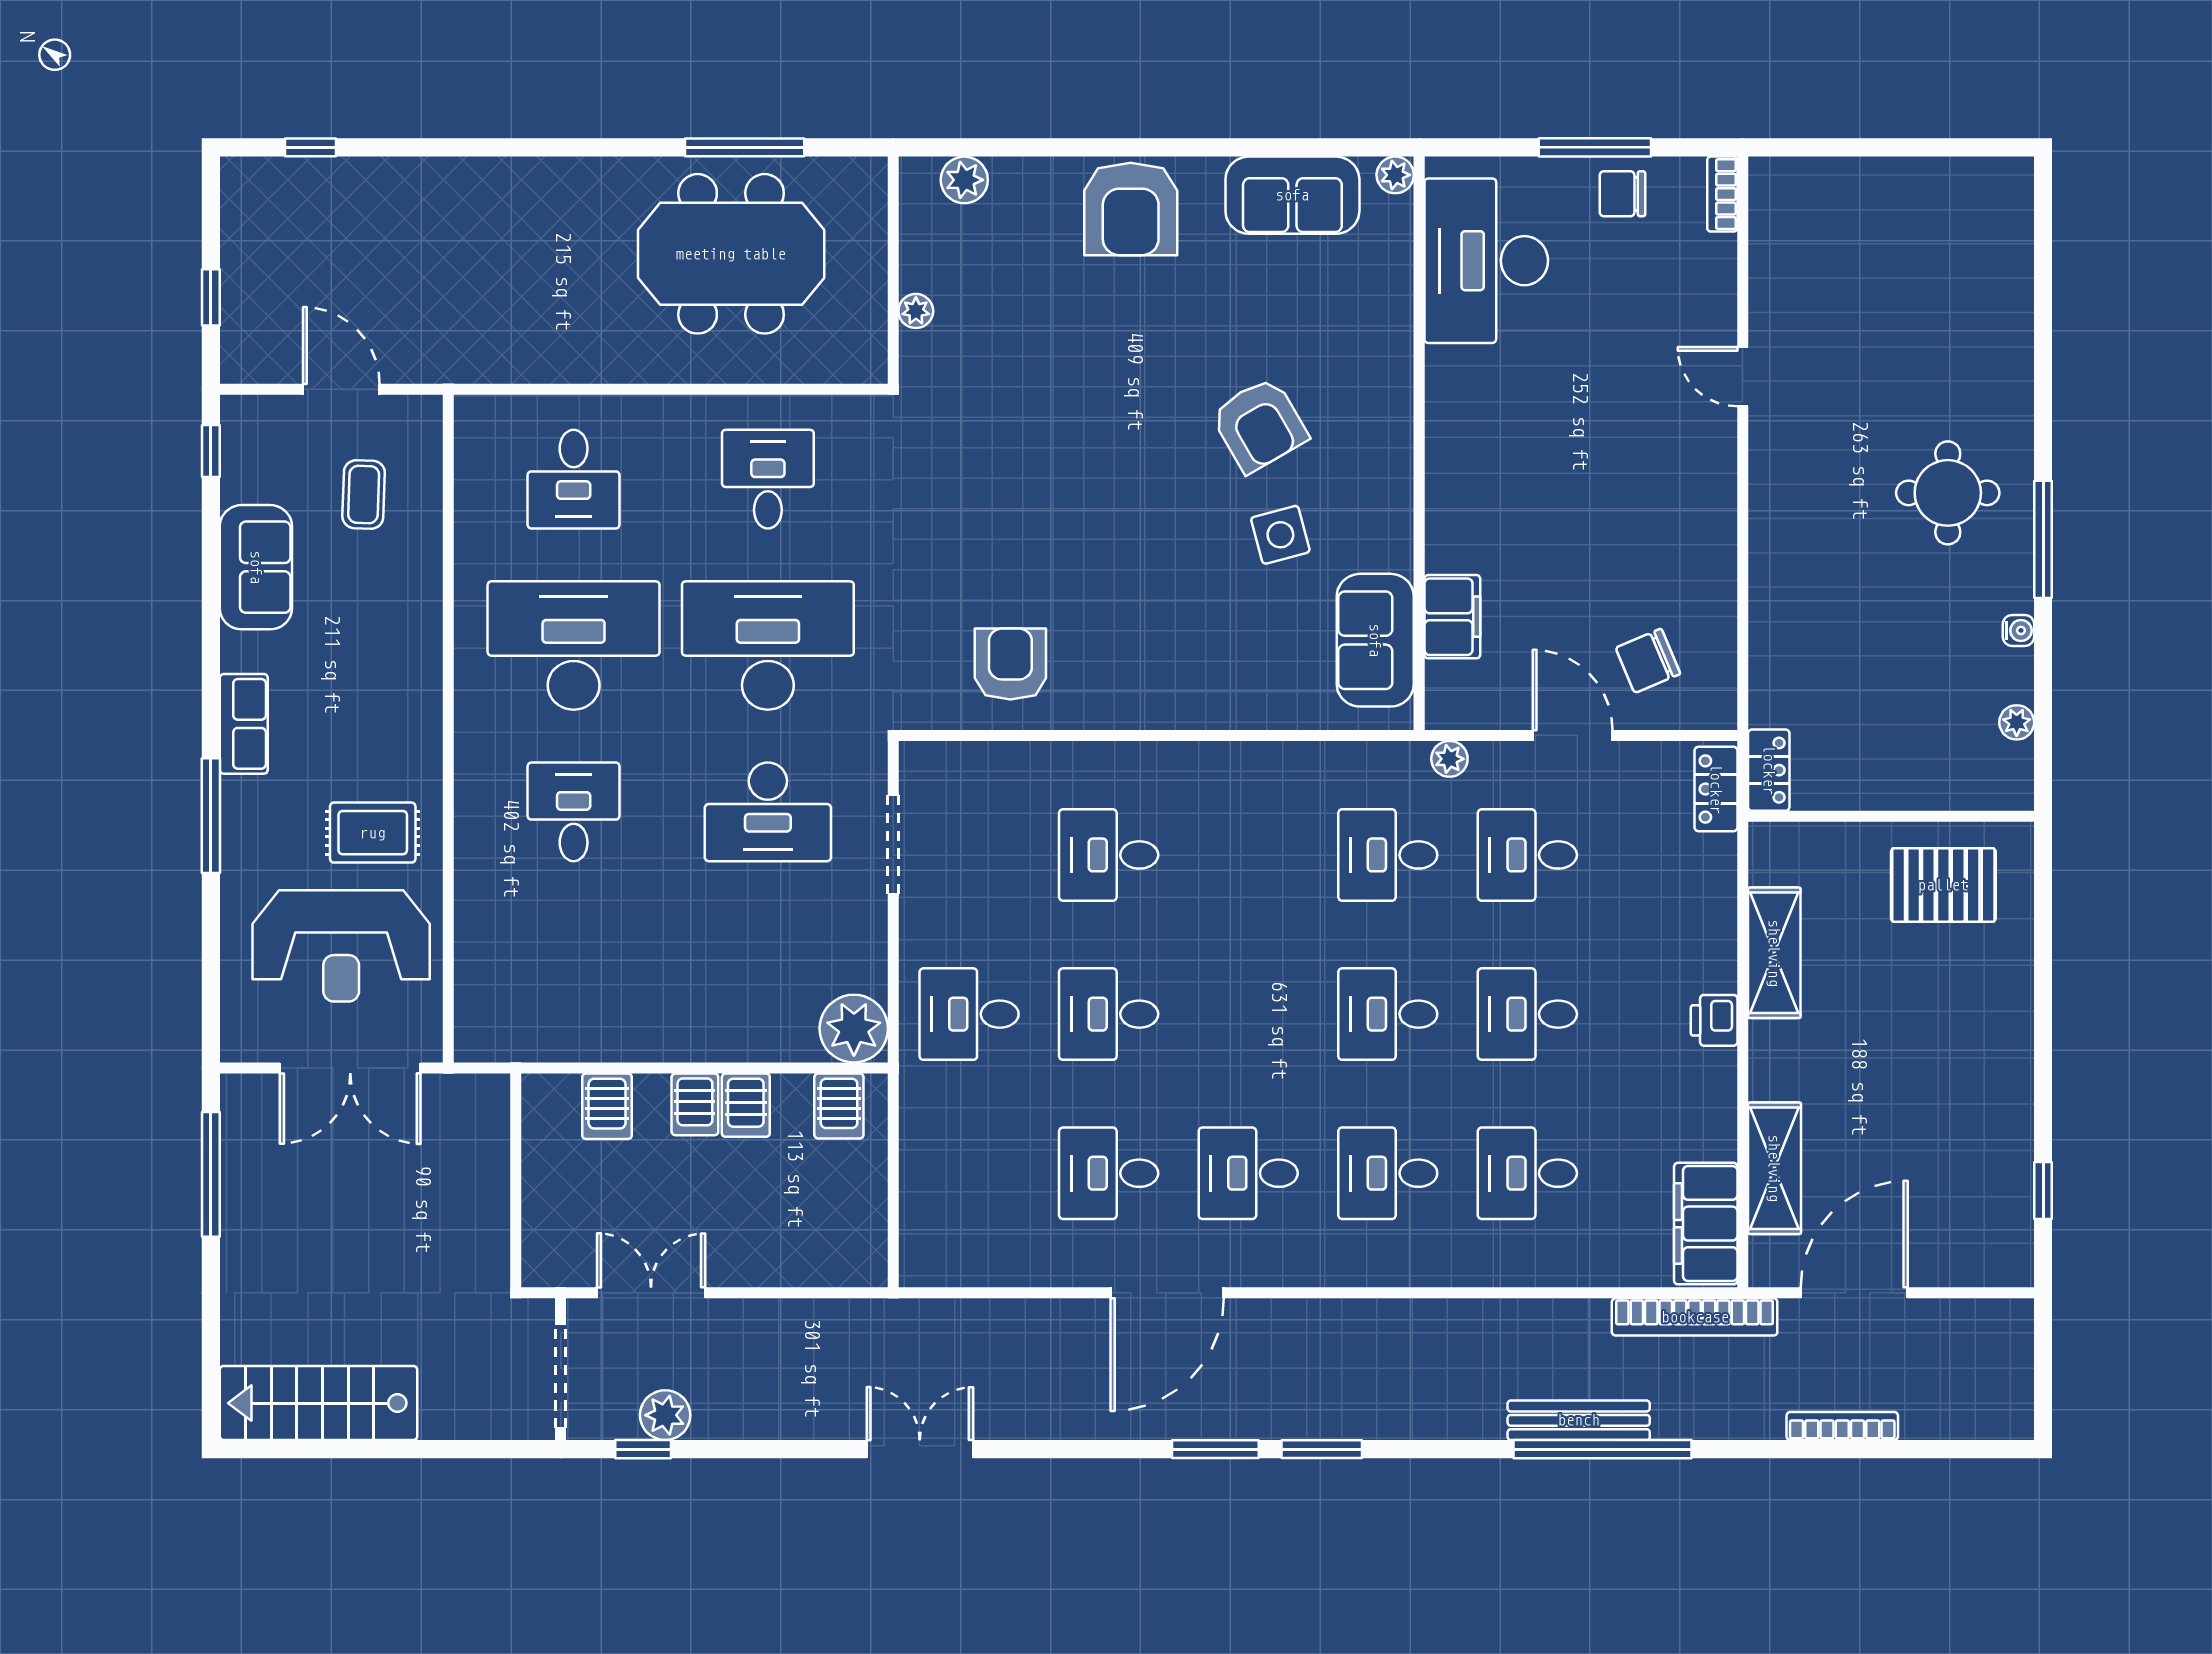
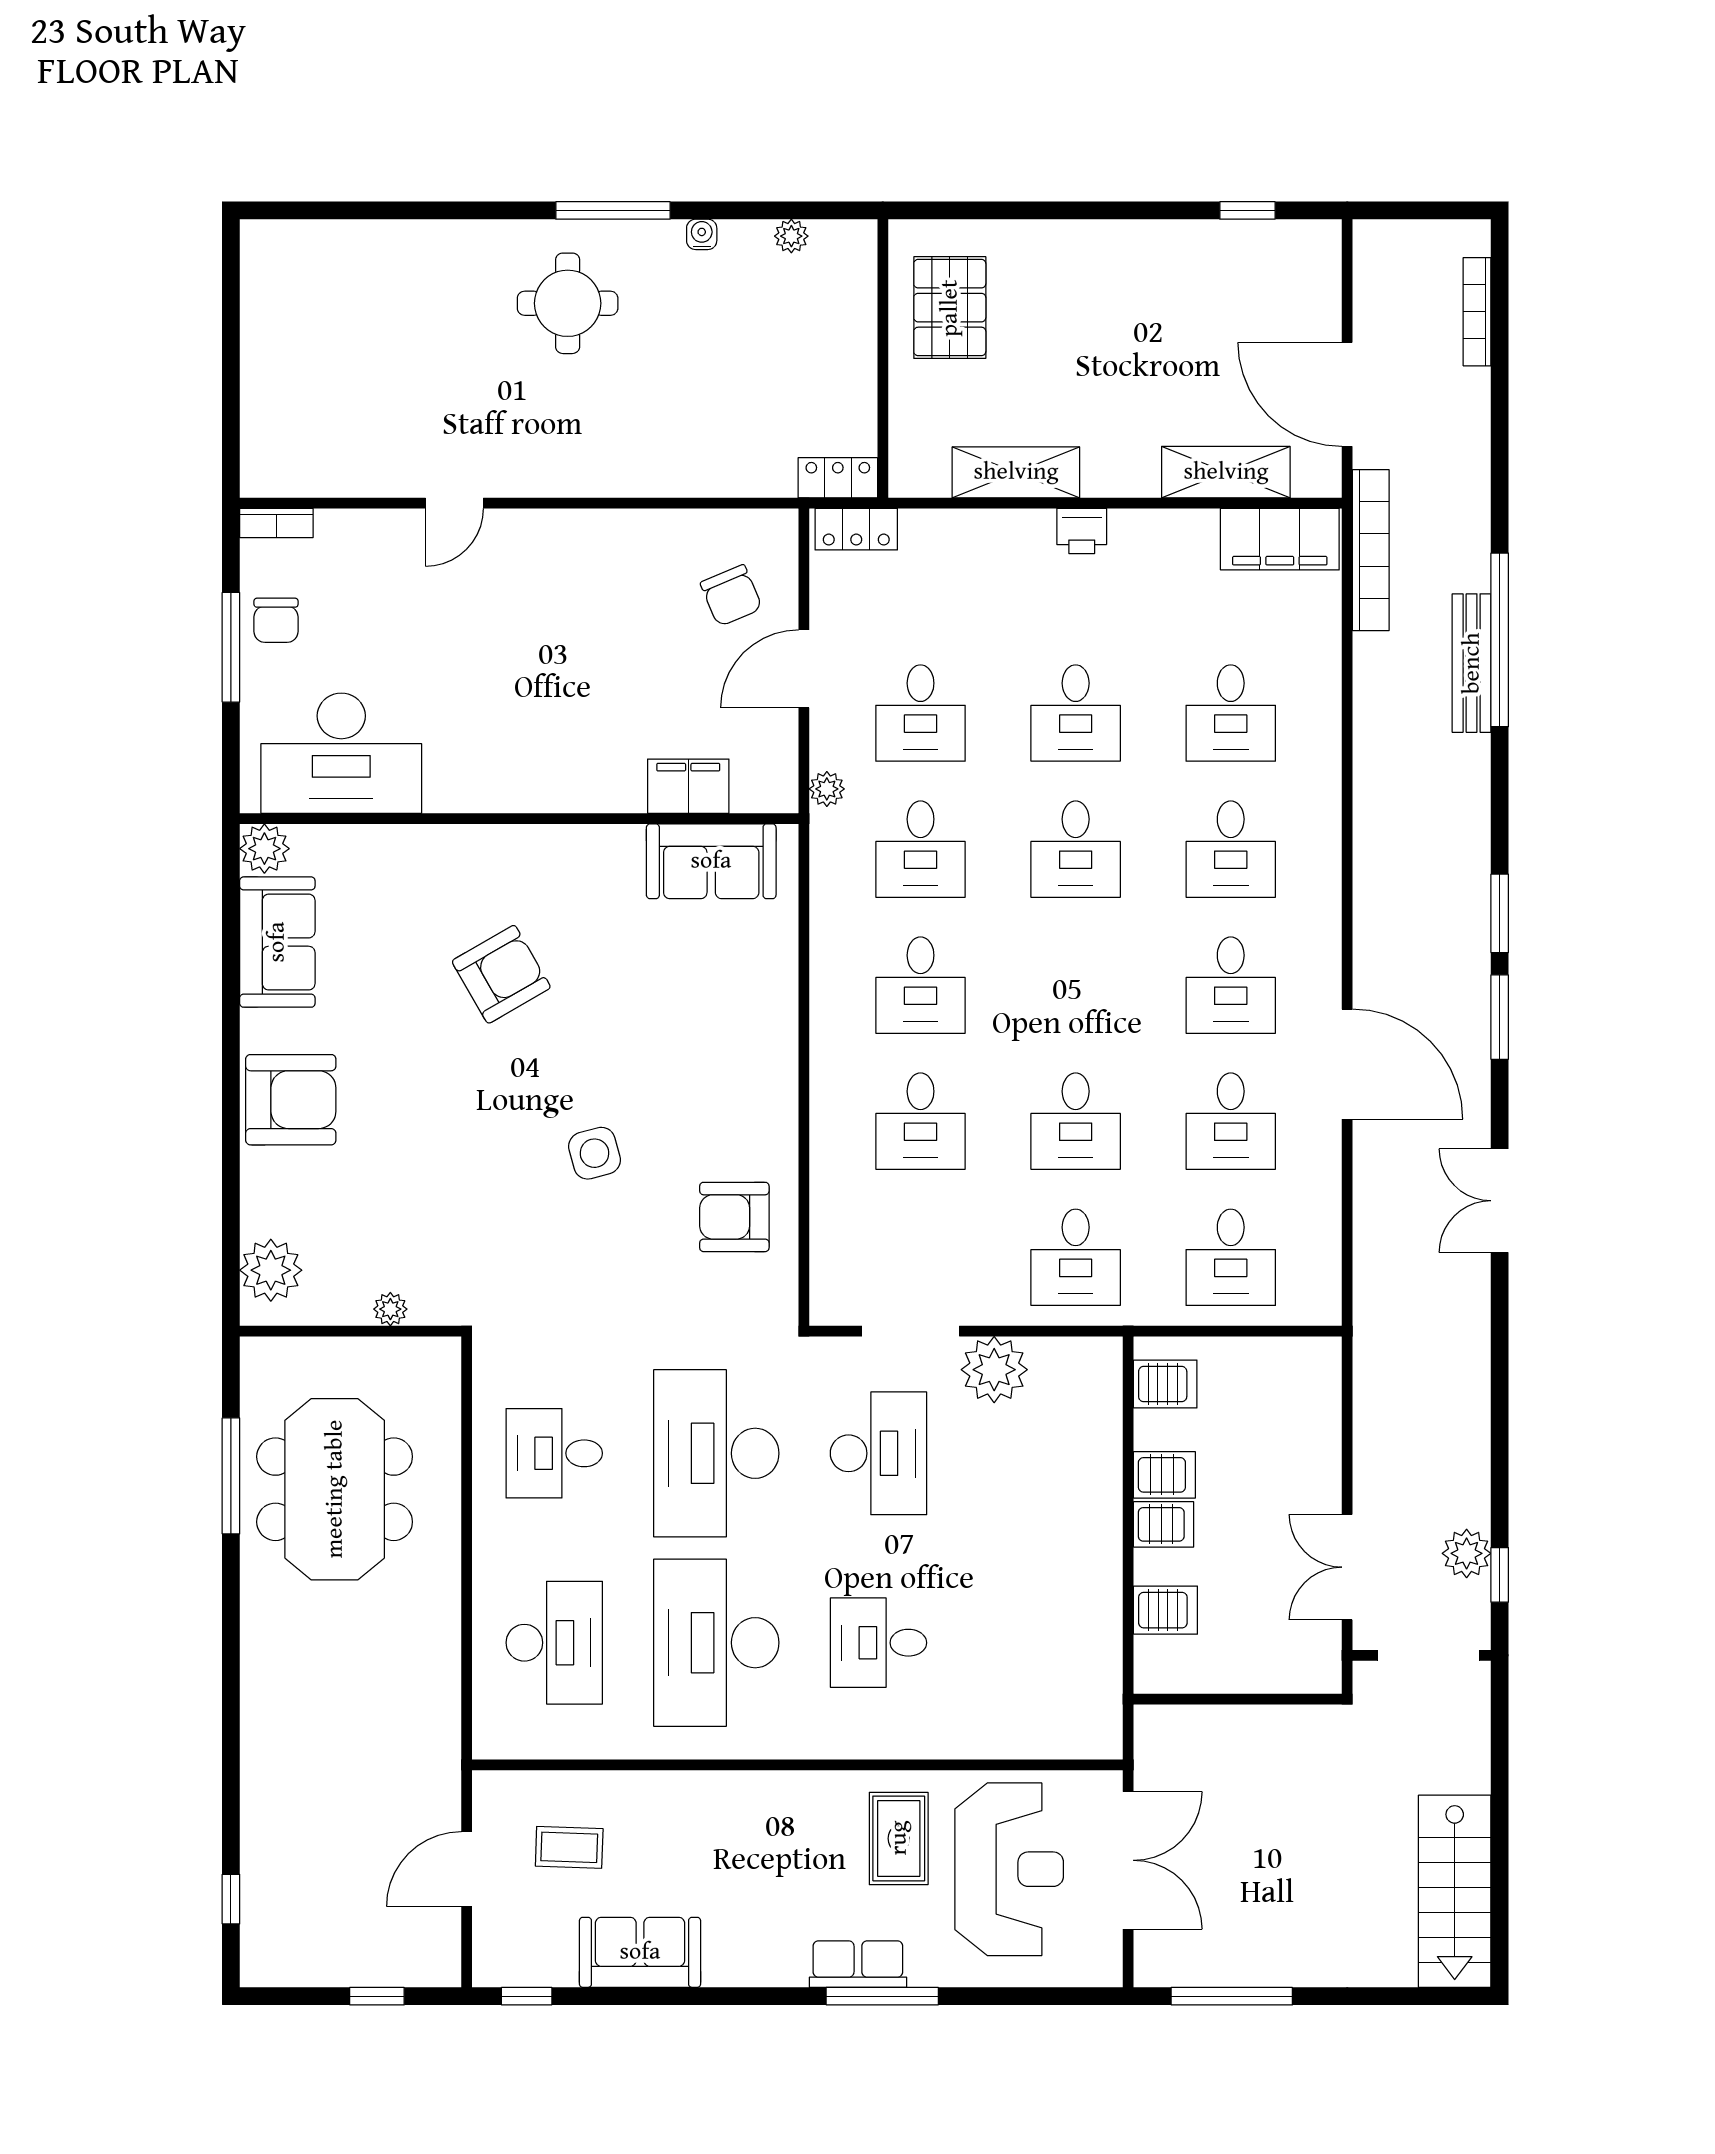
plant: (1395, 175) -> (264, 849), width x1.38, depth x1.38
plant: (964, 180) -> (271, 1270), width x1.36, depth x1.36
desk: (574, 479) -> (554, 1643), width x1.37
side table: (1280, 535) -> (594, 1153), moved
row of seats: (244, 724) -> (858, 1964), moved
desk: (1248, 855) -> (921, 985), added
plant: (854, 1029) -> (994, 1370), moved
desk: (969, 1173) -> (1231, 1257), added
bookcase: (1842, 1426) -> (1477, 312), moved
double door: (920, 1449) -> (1500, 1201), moved

